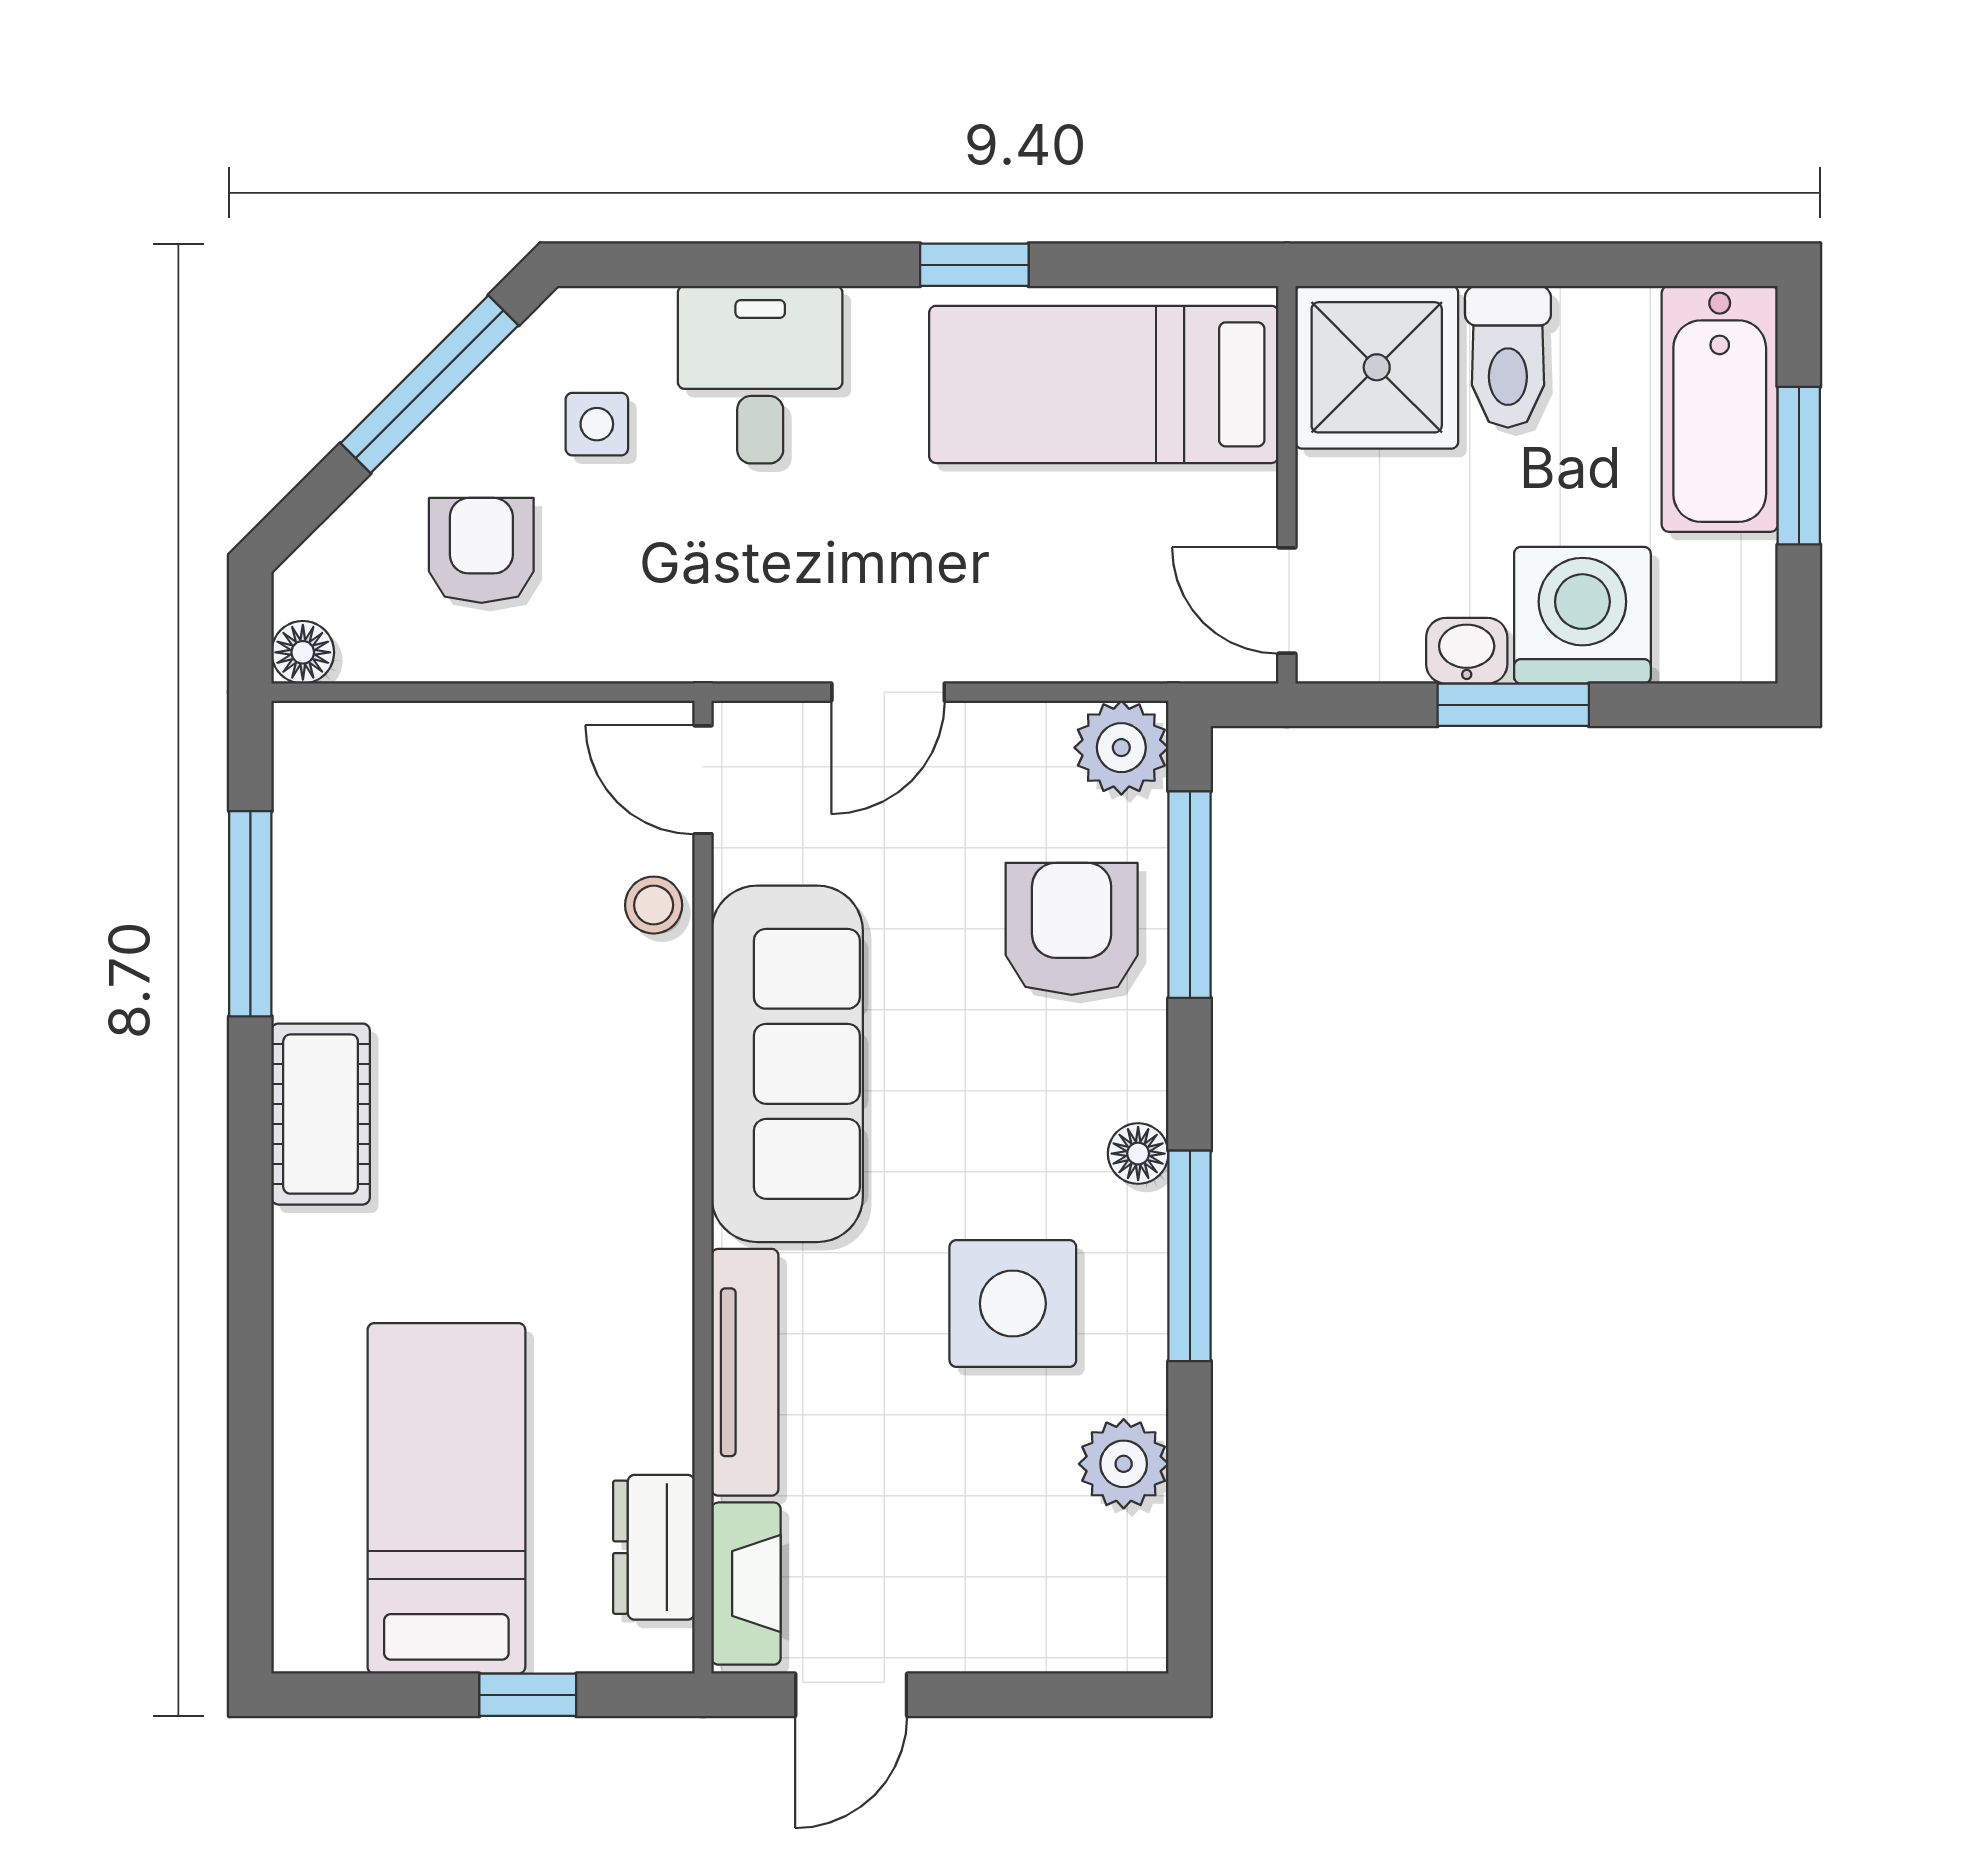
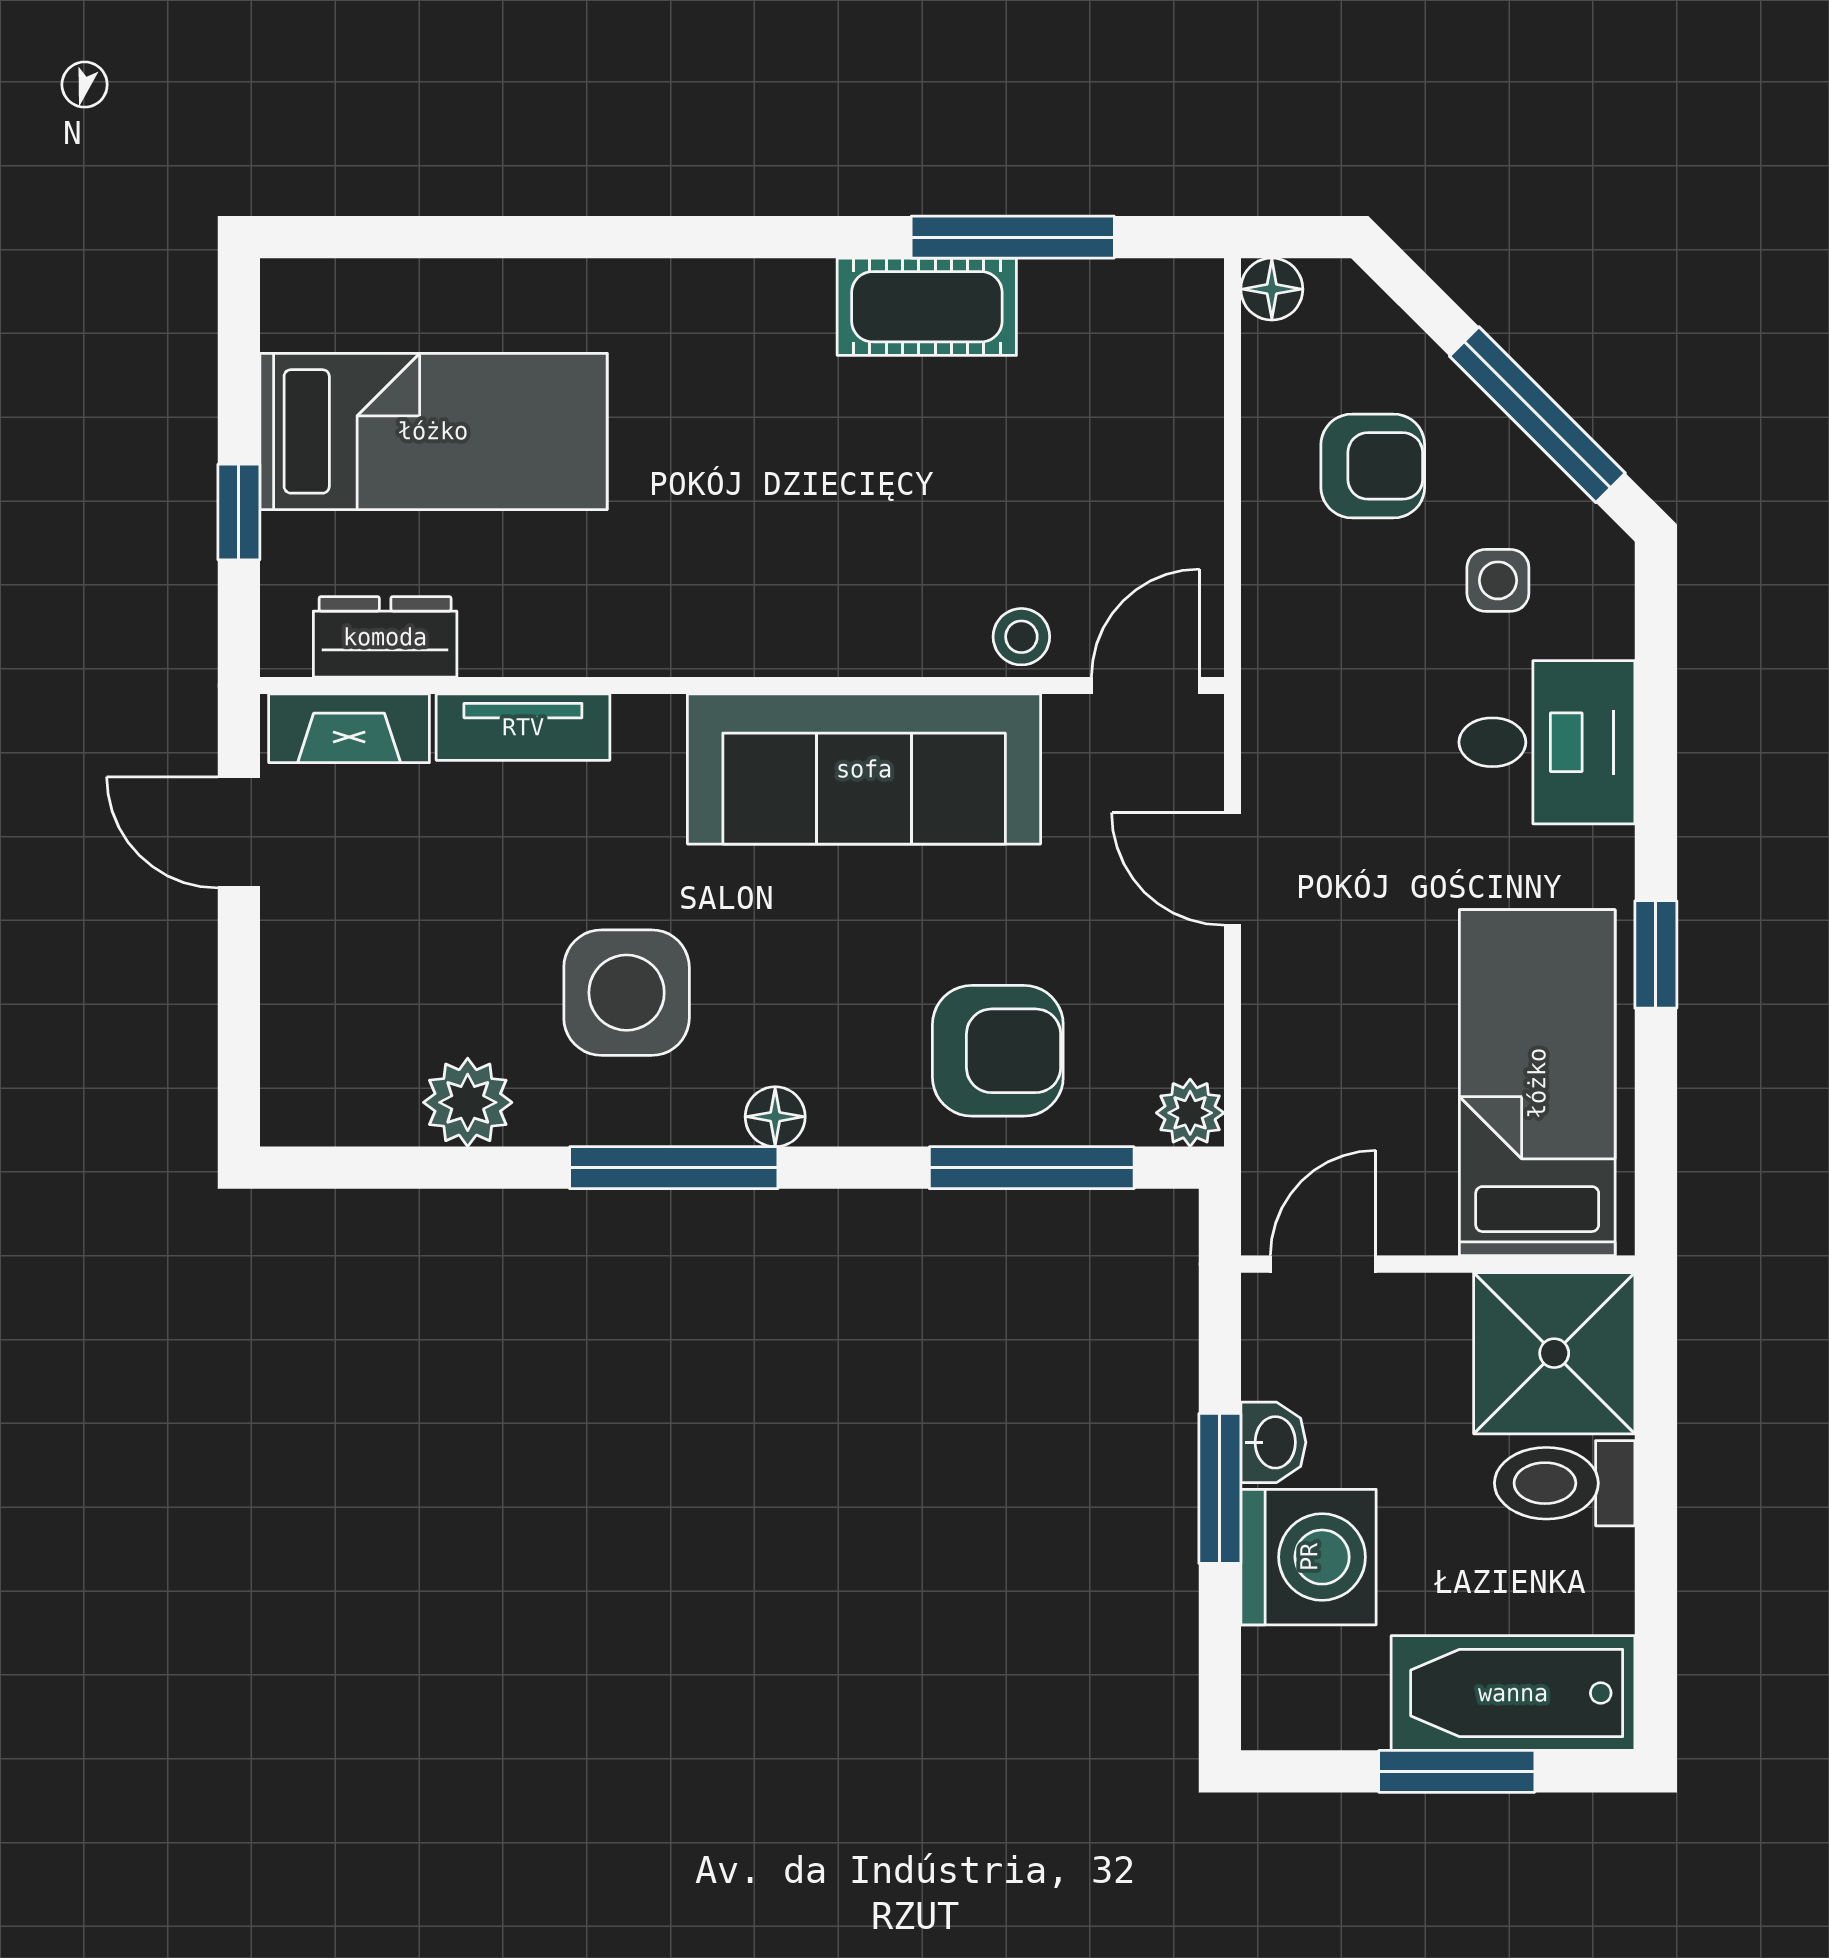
plant: (1121, 748) -> (1190, 1113), width x0.73, depth x0.73
cot: (321, 1114) -> (927, 307), moved
tv unit: (745, 1372) -> (523, 727), width x0.71

